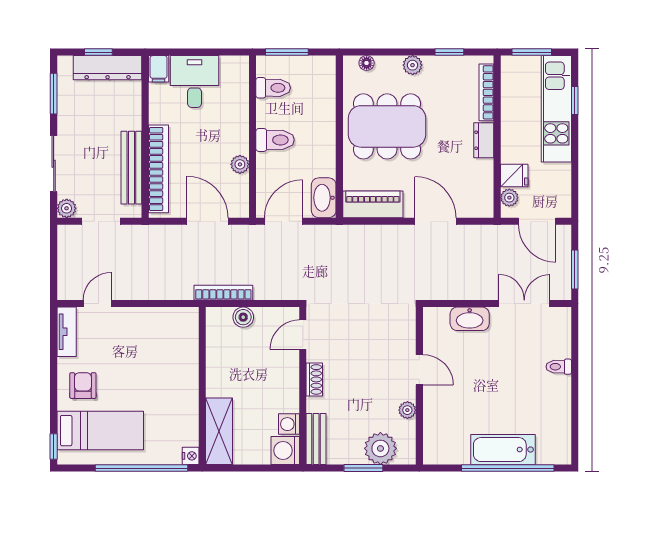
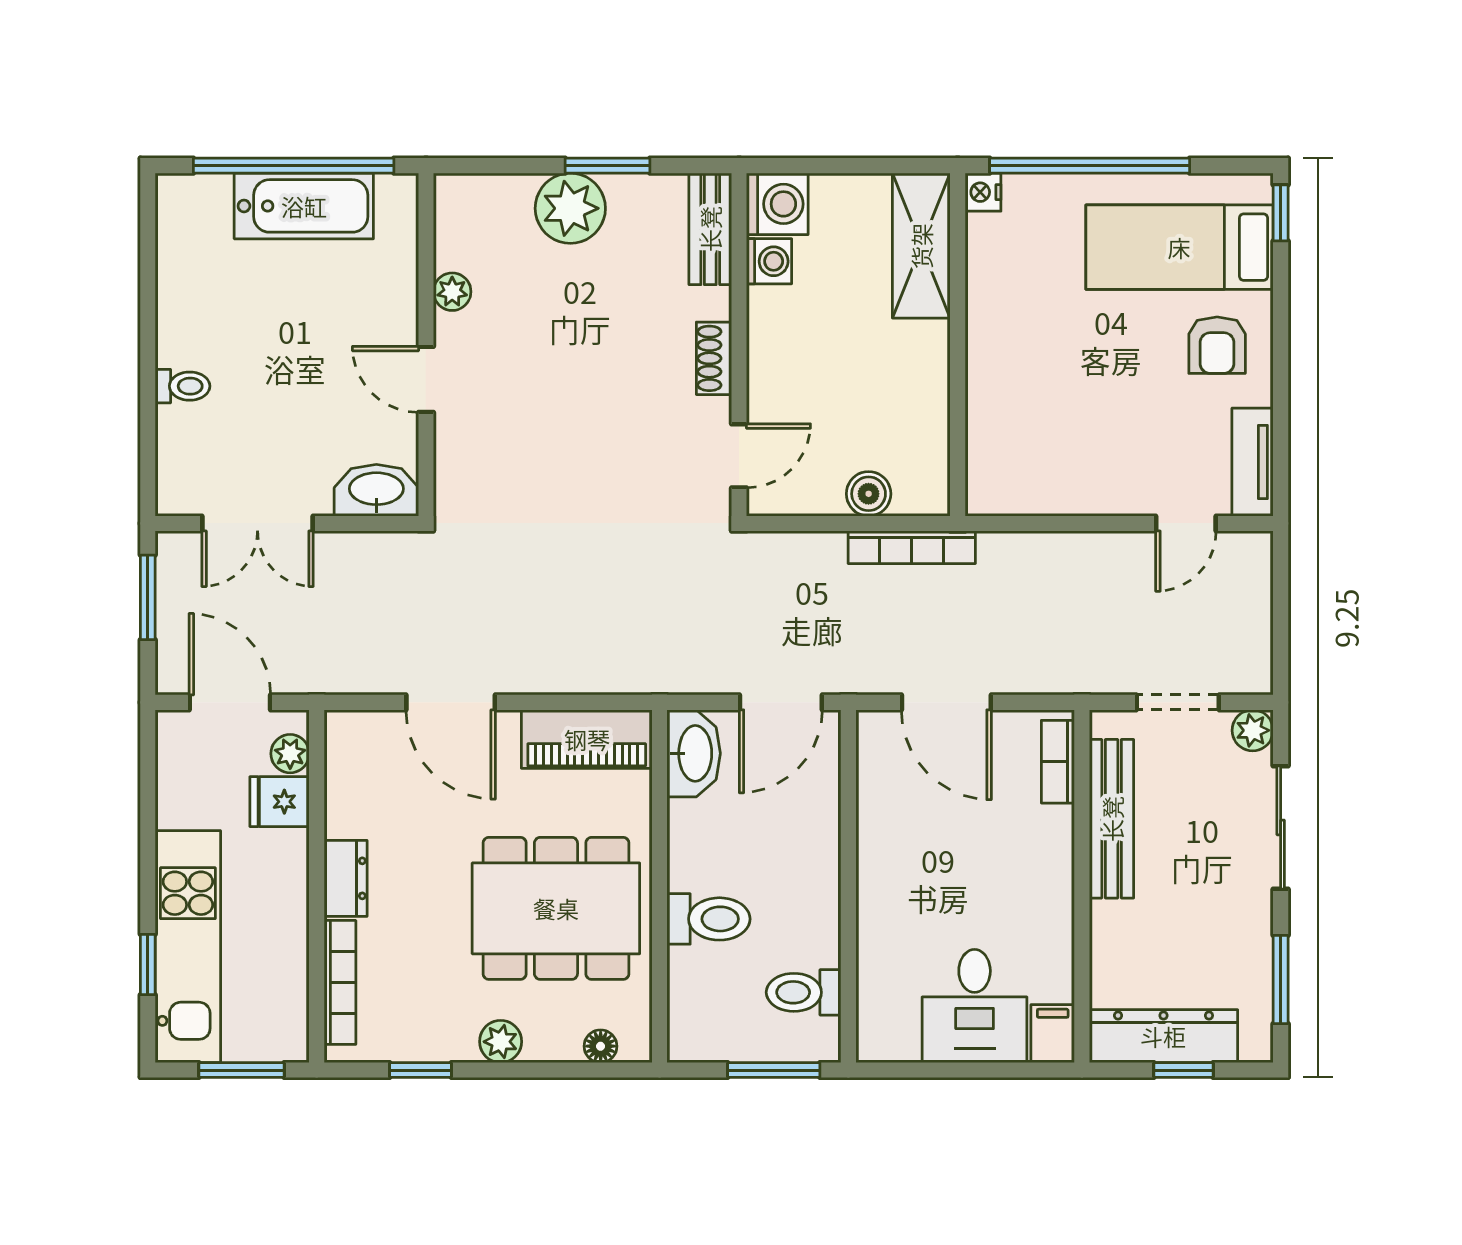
toilet: (275, 140) -> (709, 919), moved, turned 180
plant: (240, 164) -> (876, 826), removed
bookcase: (159, 169) -> (1058, 762), width x0.43, depth x0.76
door: (419, 370) -> (426, 379), moved
wall: (419, 386) -> (426, 345), moved
plant: (407, 410) -> (452, 292), moved

